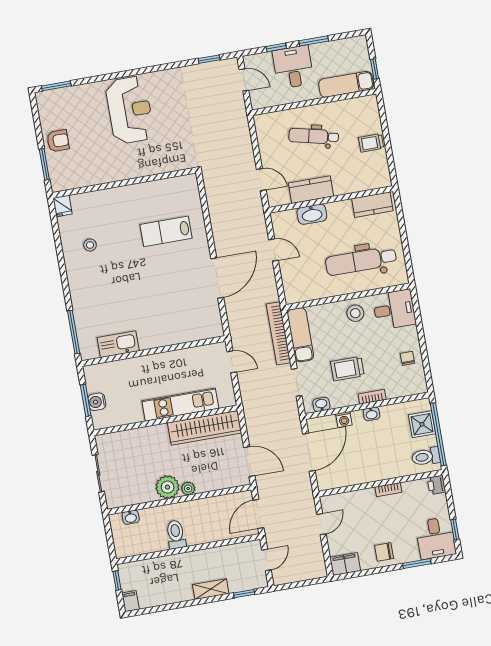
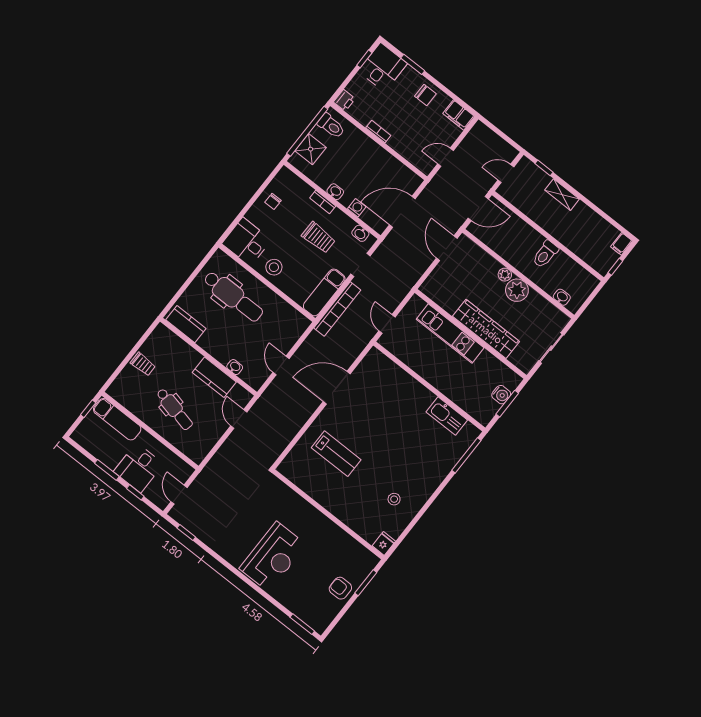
reception desk: (130, 110) -> (273, 557), turned 180
washbasin: (312, 214) -> (235, 367), width x0.52, depth x0.69
wardrobe: (205, 428) -> (486, 329), moved

